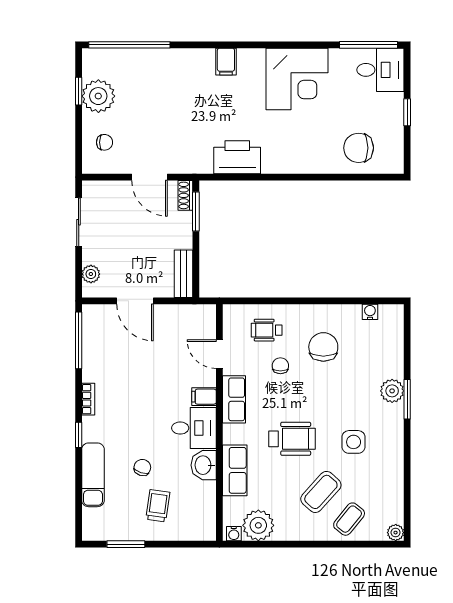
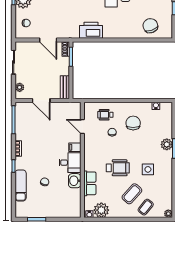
chair: (359, 148) -> (150, 26), turned 70
row of seats: (234, 399) -> (89, 149), removed
trolley: (158, 506) -> (52, 201), removed

